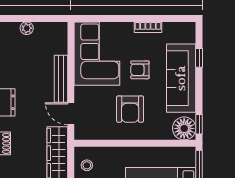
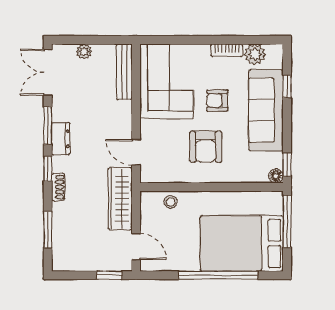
plant: (172, 31) -> (255, 54), added
bench: (61, 79) -> (124, 72), moved
floor lamp: (184, 128) -> (276, 176), width x0.53, depth x0.53
stool: (87, 165) -> (171, 202), moved

